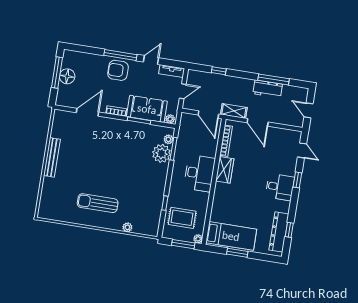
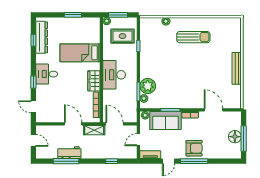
door: (87, 112) -> (214, 110), swing flipped
bed: (231, 236) -> (80, 53), moved

